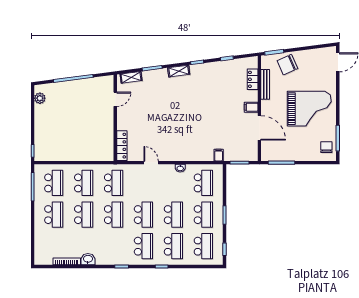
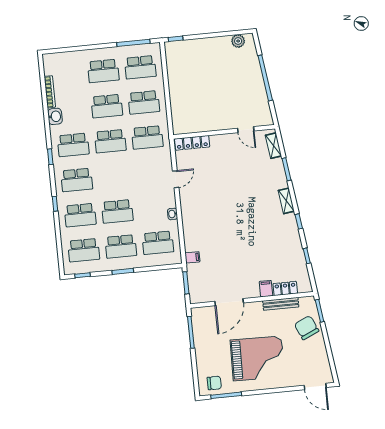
filing cabinet: (251, 107) -> (266, 289), moved
grand piano: (309, 109) -> (257, 358), turned -89
school desk: (143, 215) -> (73, 145), moved

